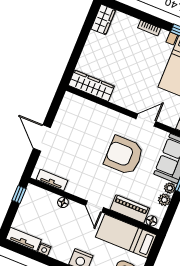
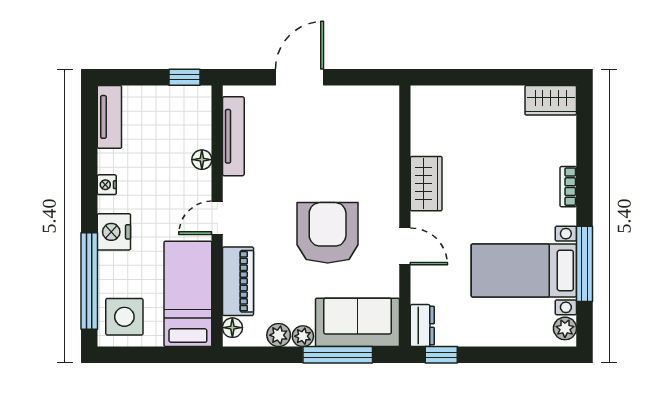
wardrobe: (91, 86) -> (426, 184), moved, width x0.67
tv unit: (52, 180) -> (233, 136), width x1.41
nightstand: (44, 249) -> (107, 185), moved

